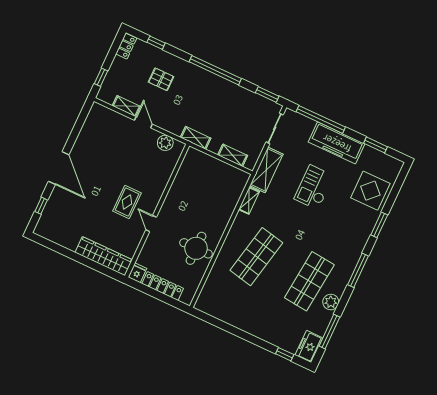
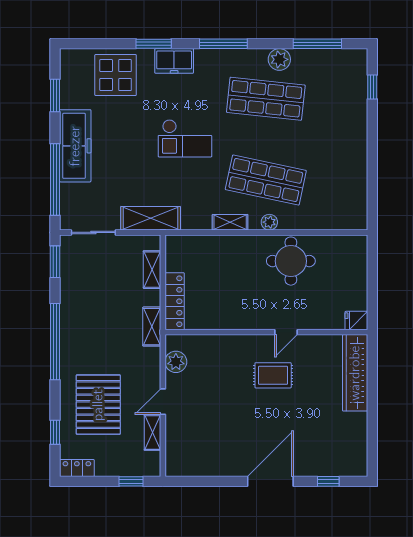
pallet: (161, 79) -> (98, 405), width x2.05, depth x2.00
checkout: (314, 187) -> (185, 138), moved
shelving: (249, 201) -> (230, 222), moved
plant: (228, 246) -> (269, 222), added
locker: (163, 286) -> (175, 301), moved, turned 180
freezer: (309, 347) -> (174, 61), moved

